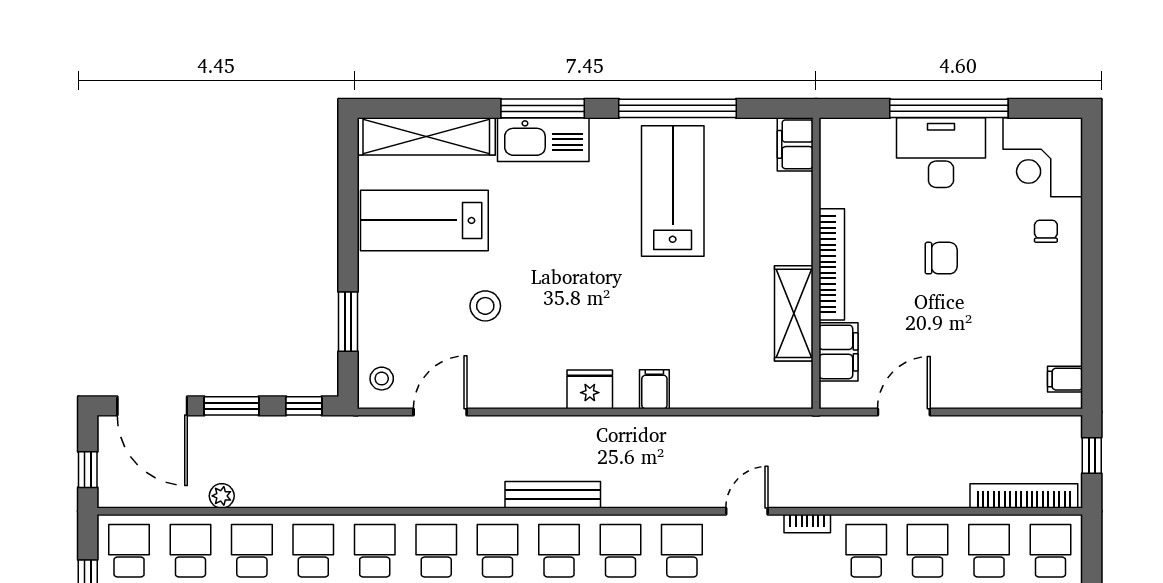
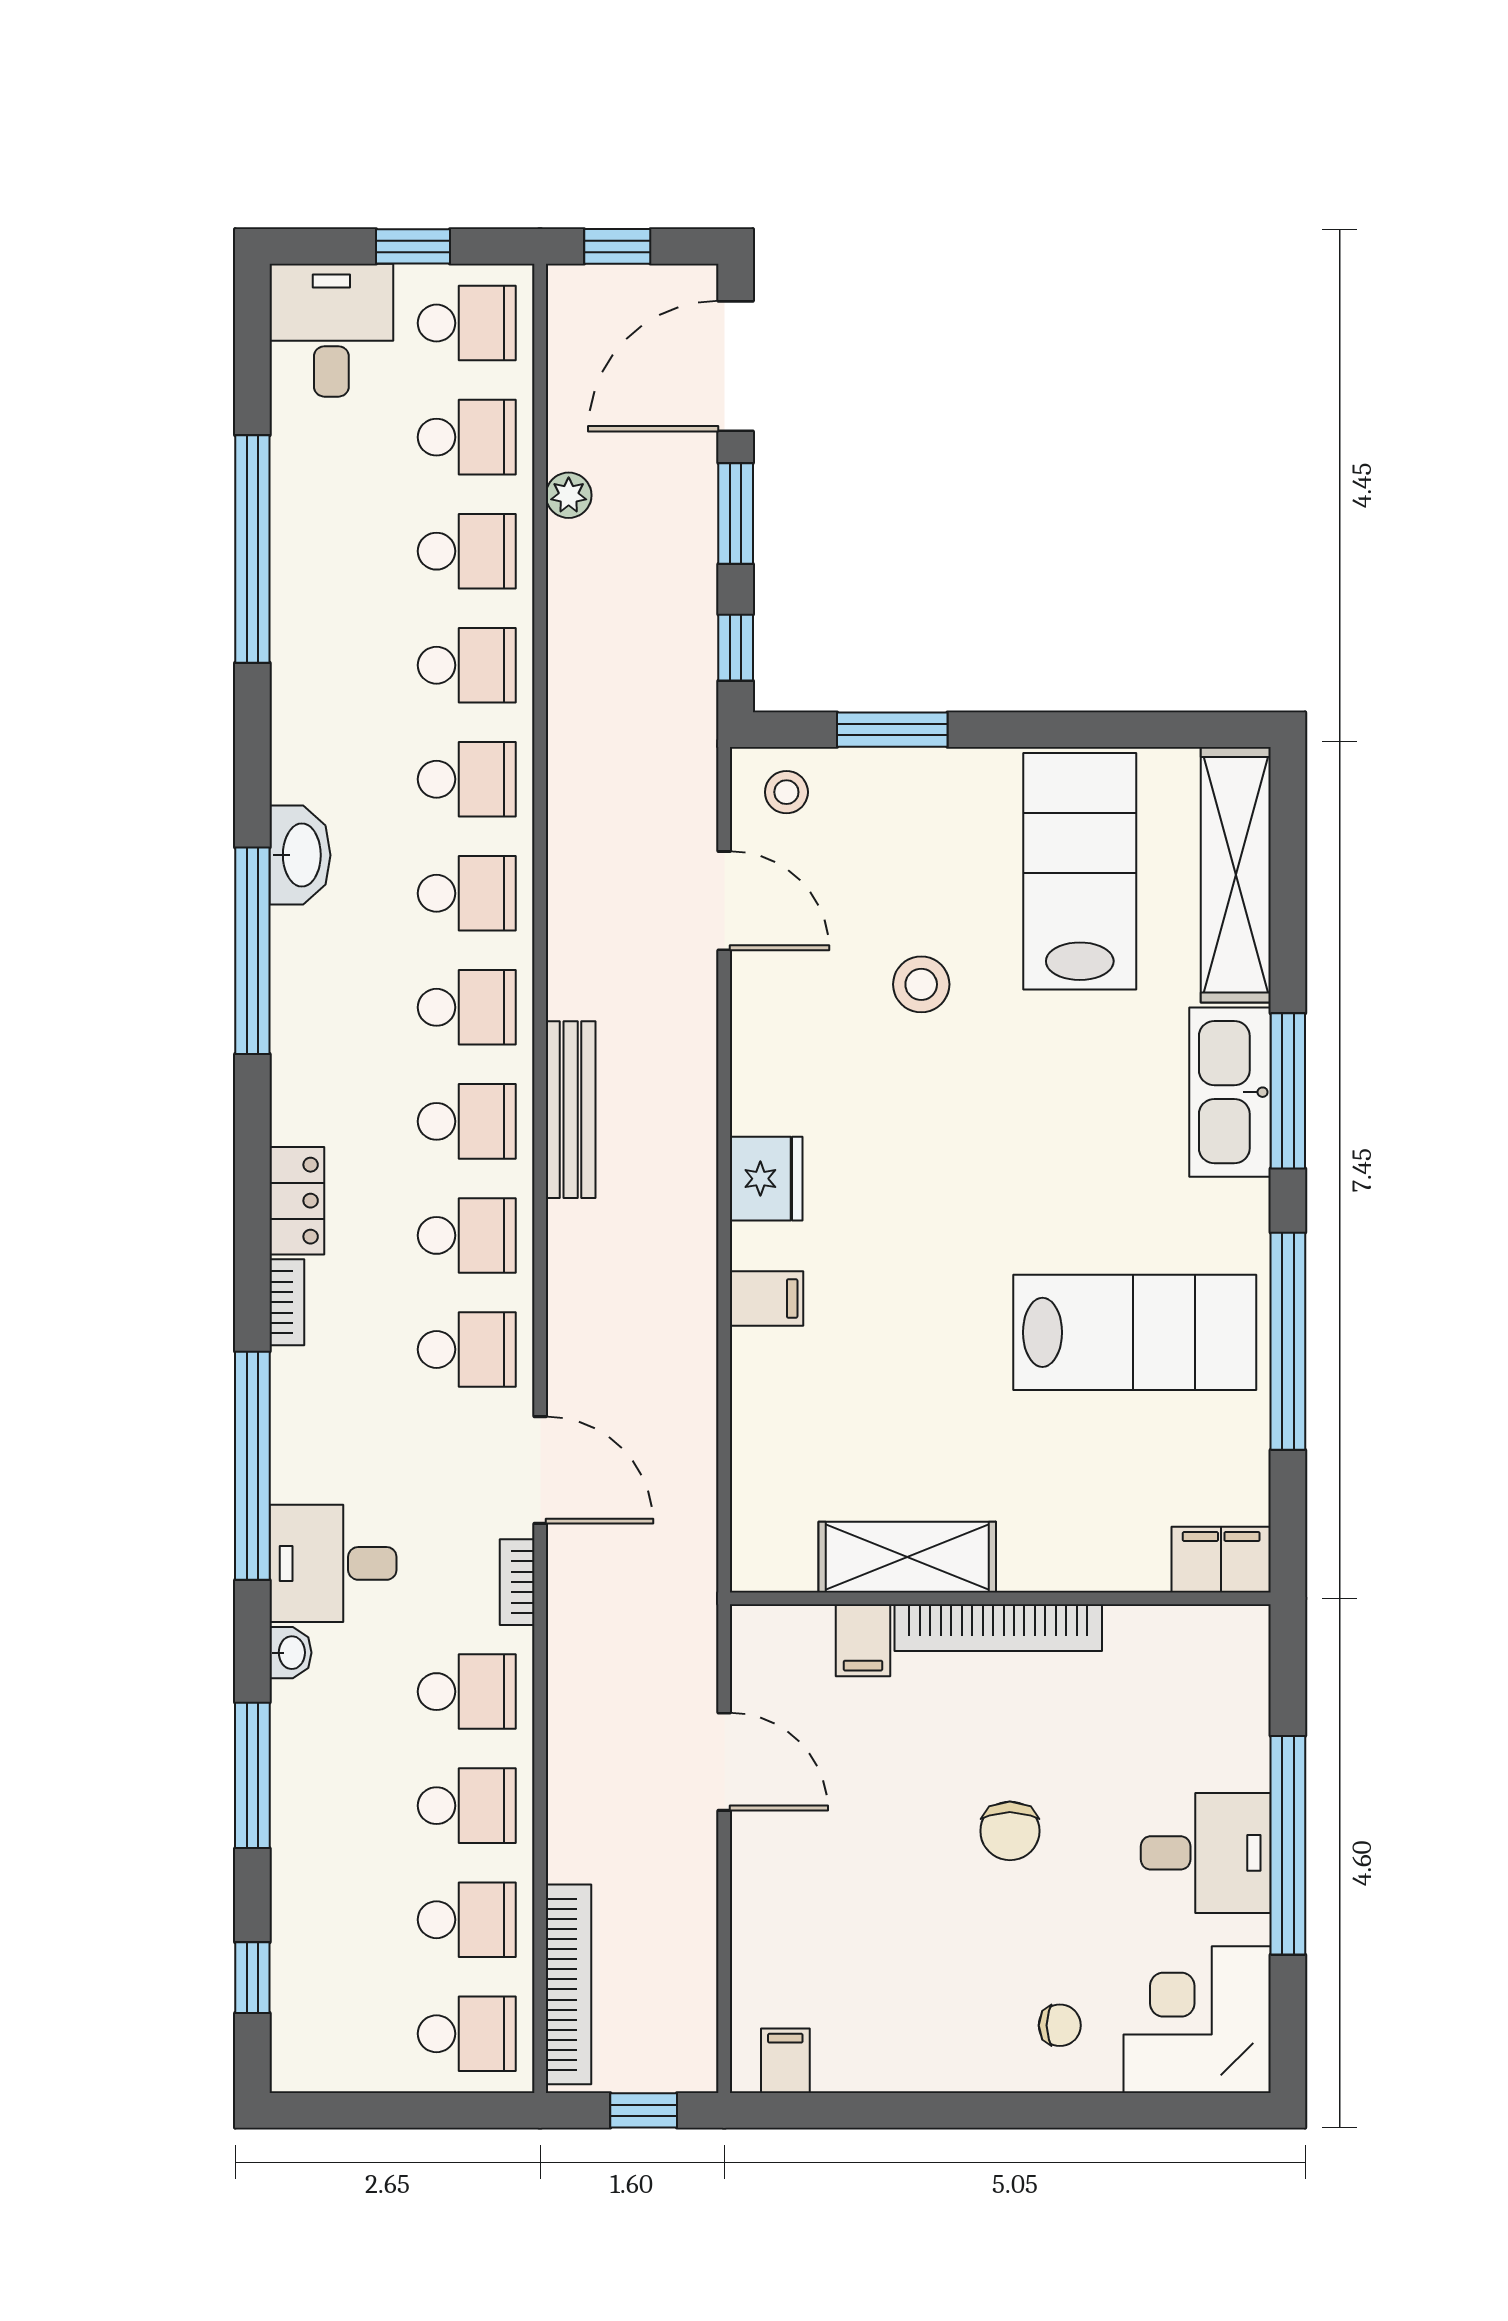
desk: (941, 153) -> (1206, 1853), width x0.73
filing cabinet: (839, 352) -> (863, 1640), width x0.50
door: (747, 511) -> (540, 1470), width x1.38

